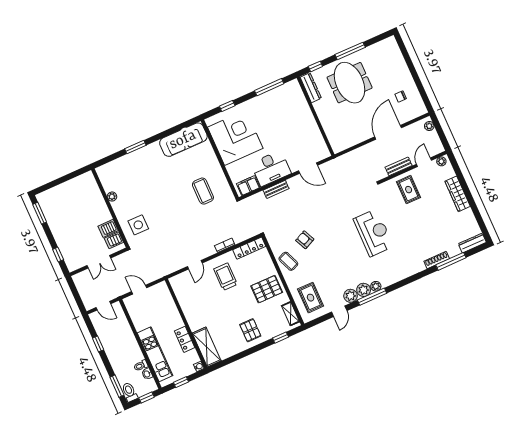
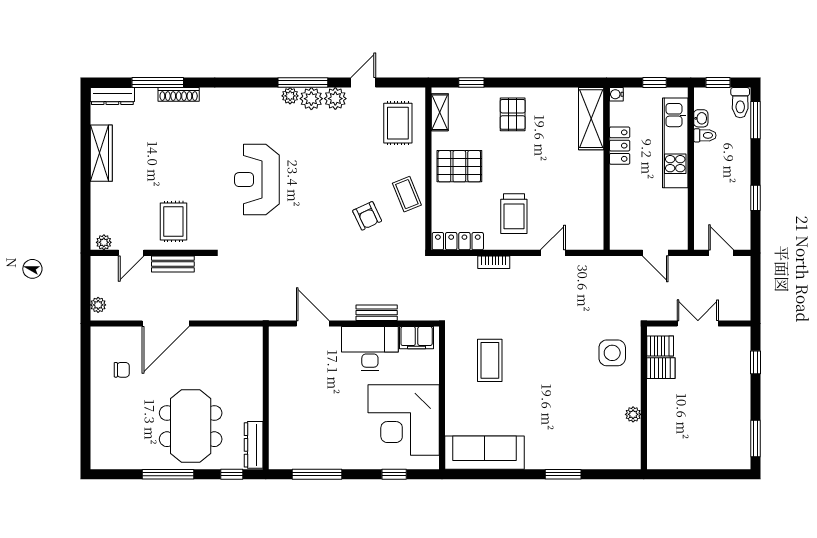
wardrobe: (458, 194) -> (101, 153), moved

